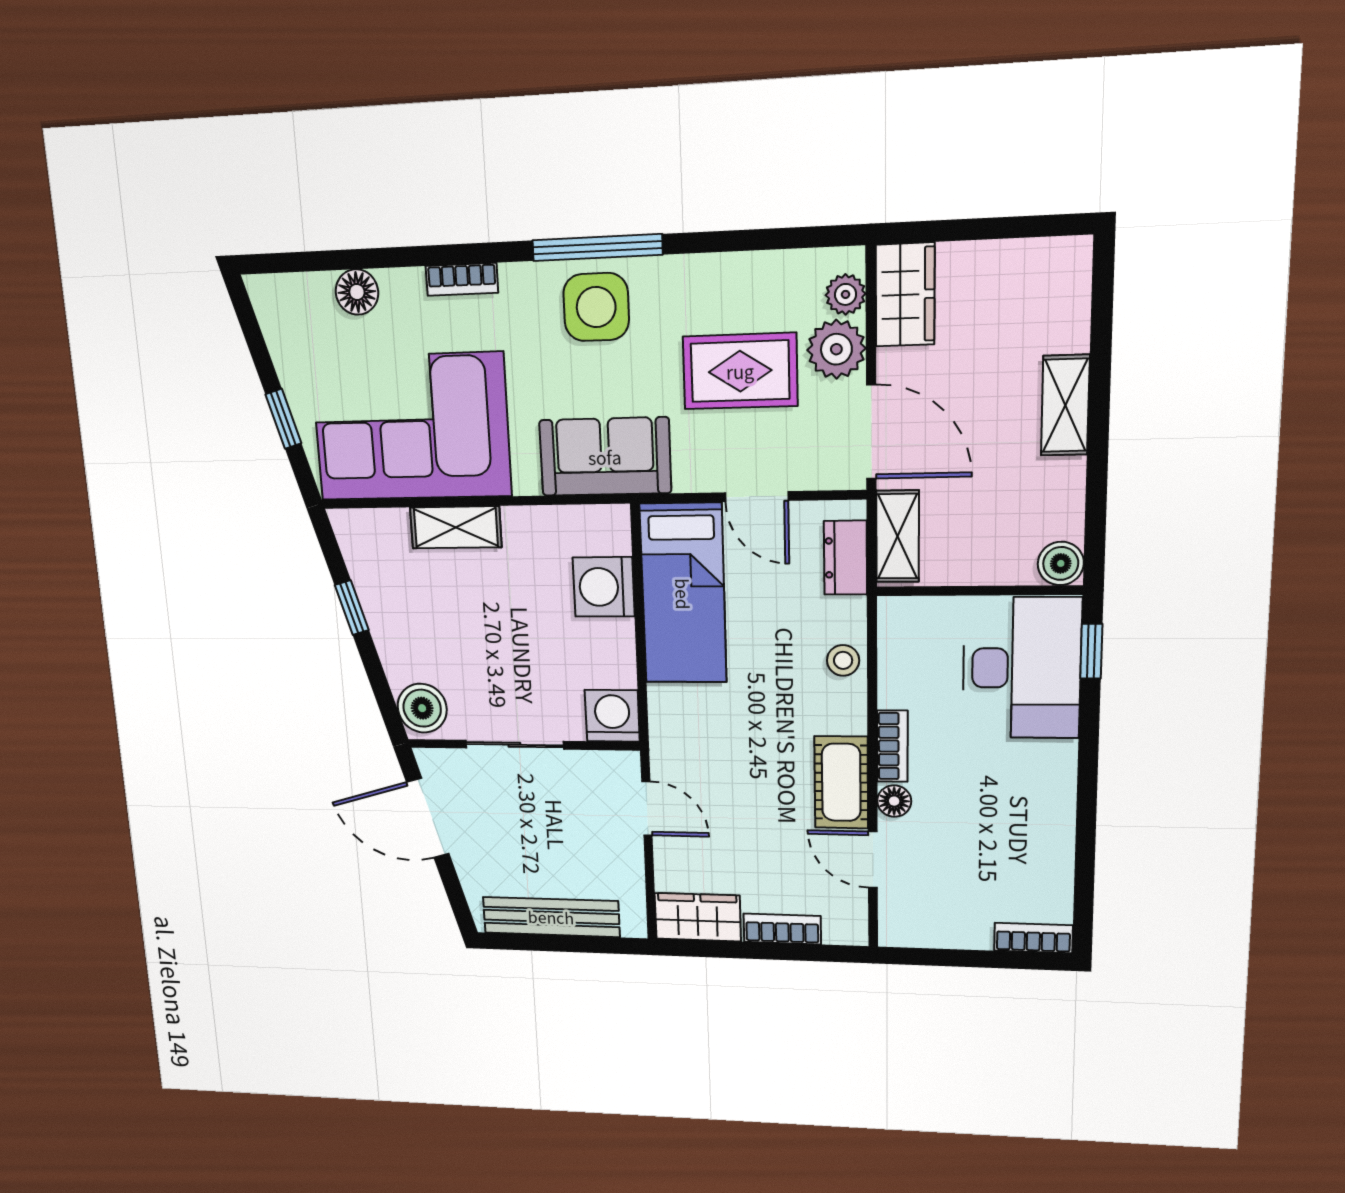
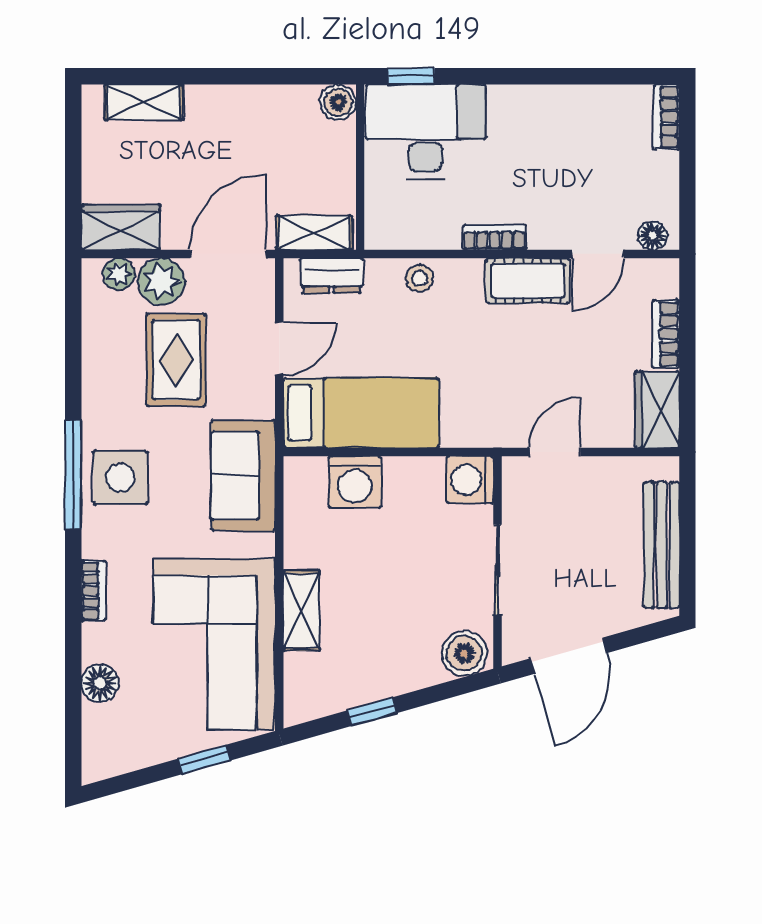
shelving: (1065, 405) -> (144, 102), moved
floor lamp: (894, 801) -> (653, 236), moved

